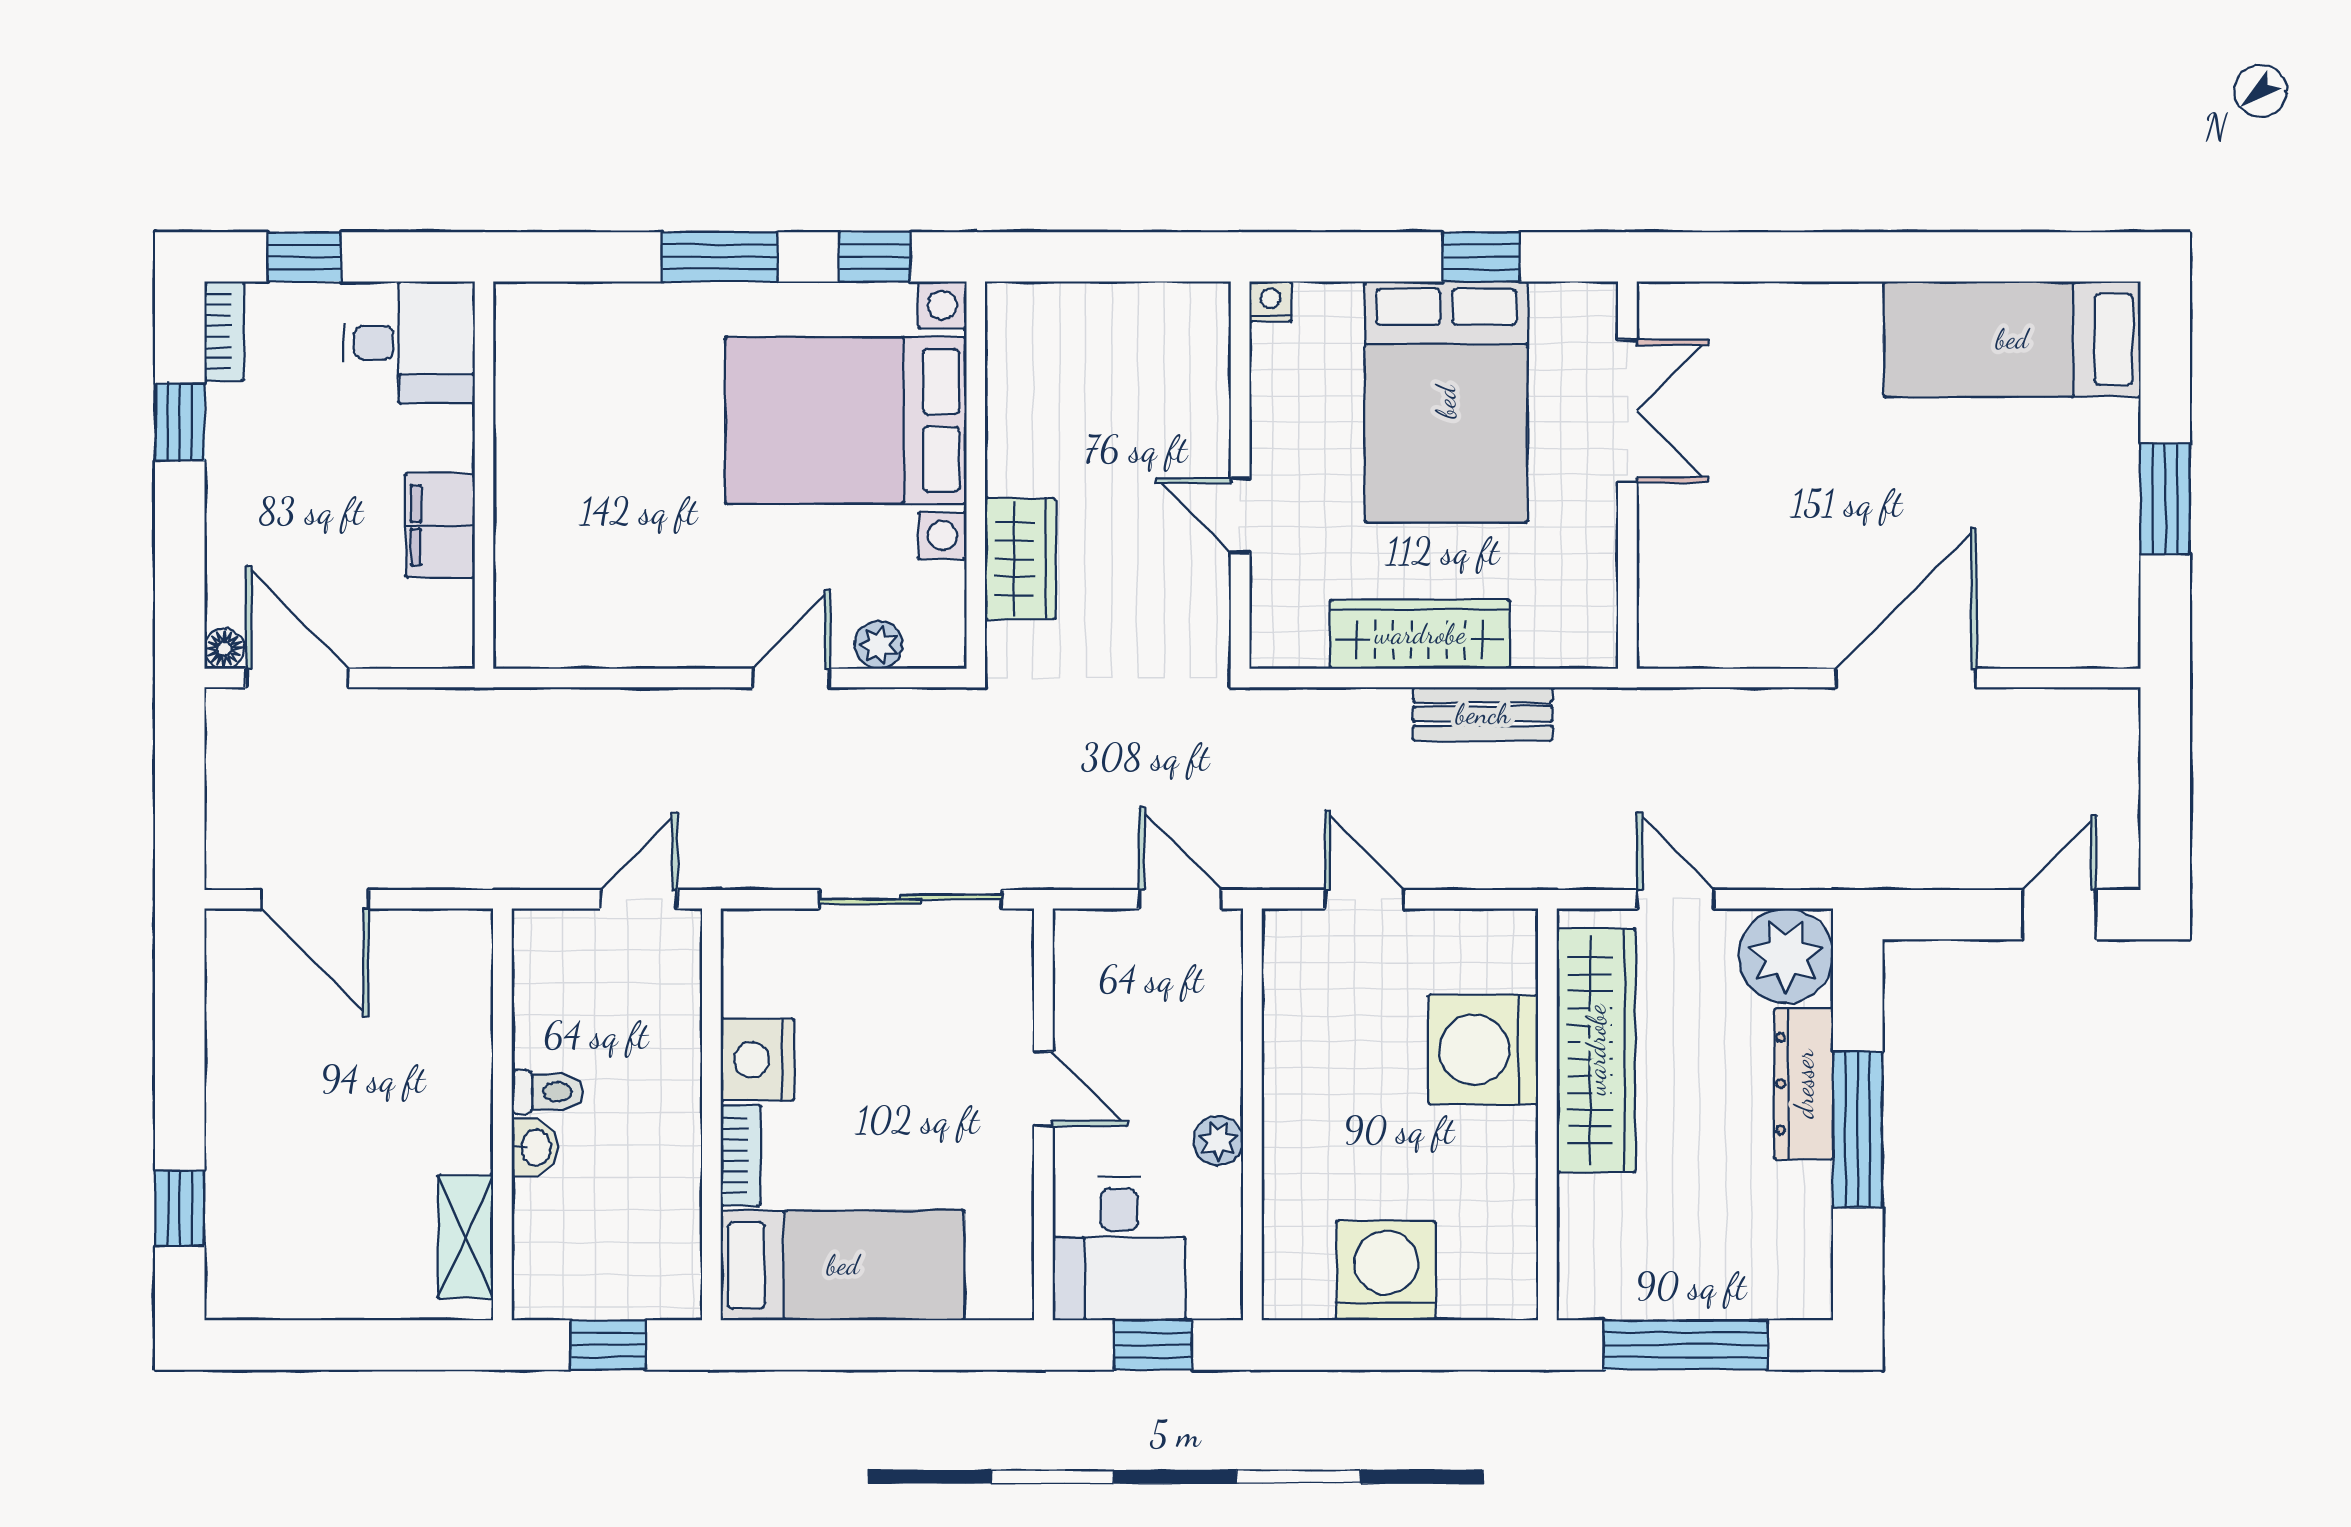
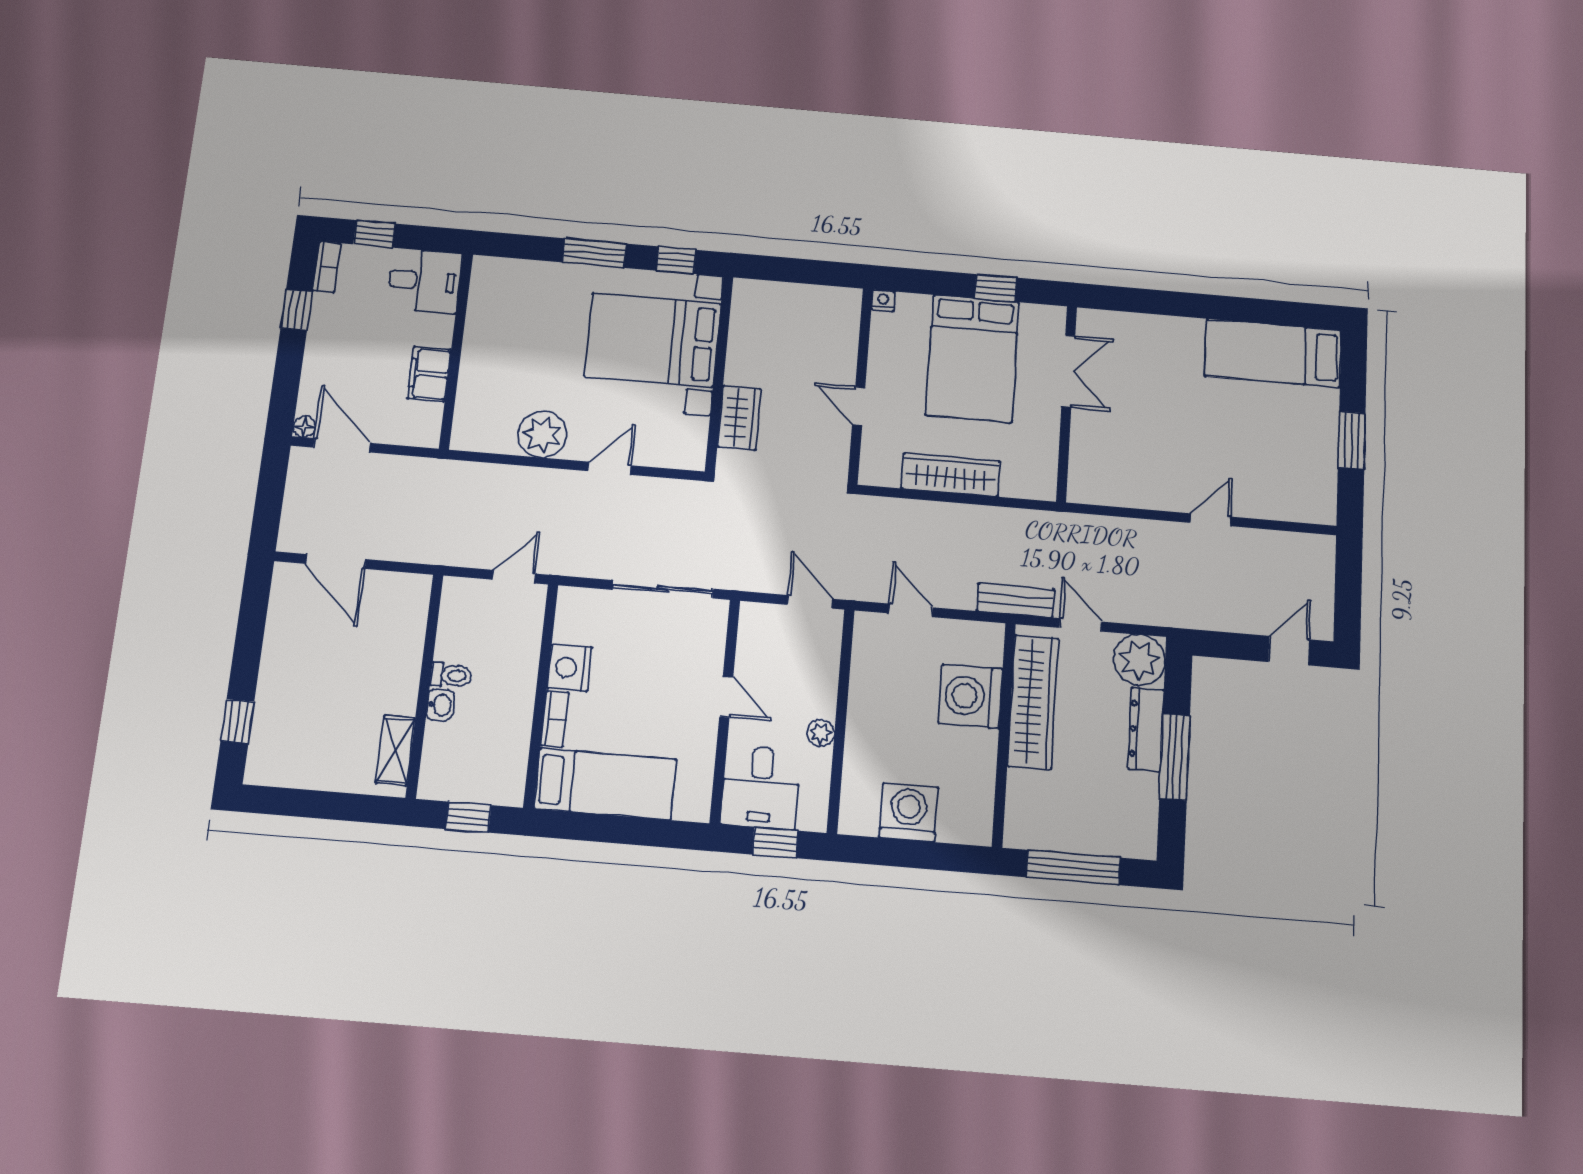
plant: (879, 645) -> (542, 434), moved, width x1.88, depth x1.88
door: (1906, 678) -> (1211, 520), width x0.53
bench: (1483, 714) -> (1016, 600), moved

